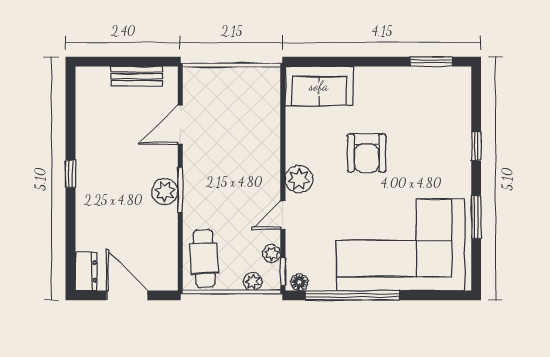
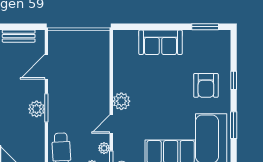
sofa: (319, 86) -> (160, 42), moved
armchair: (367, 153) -> (206, 85), moved

